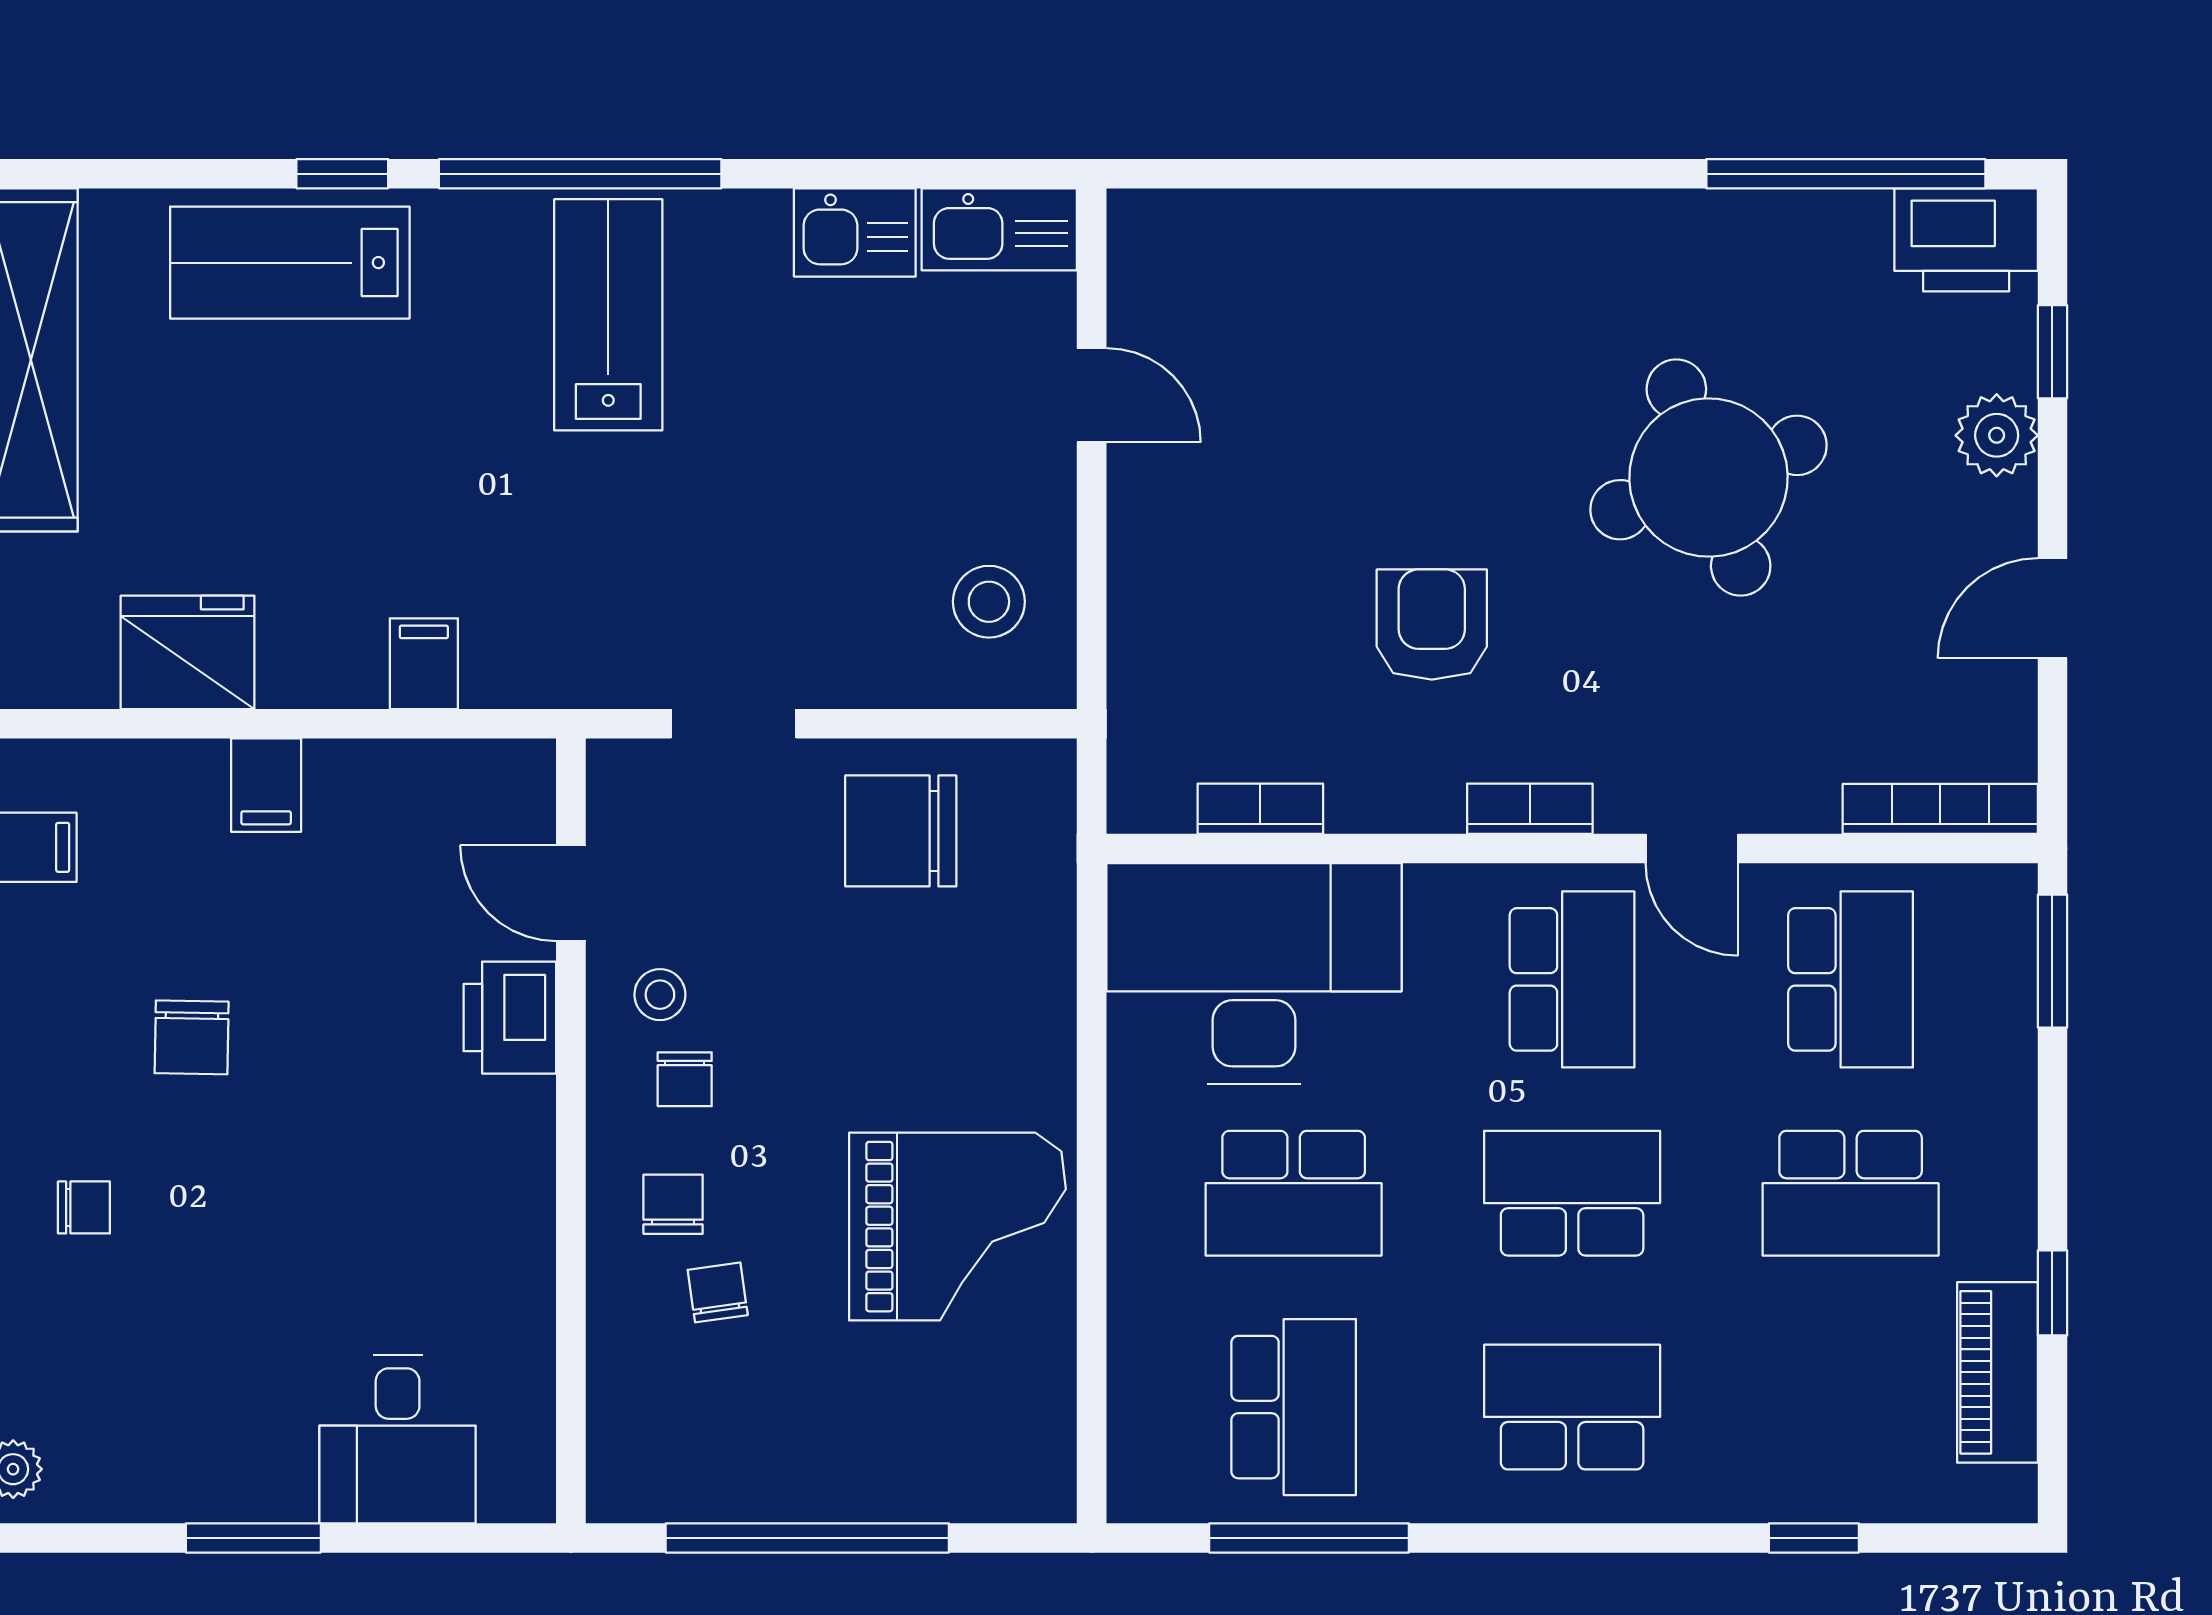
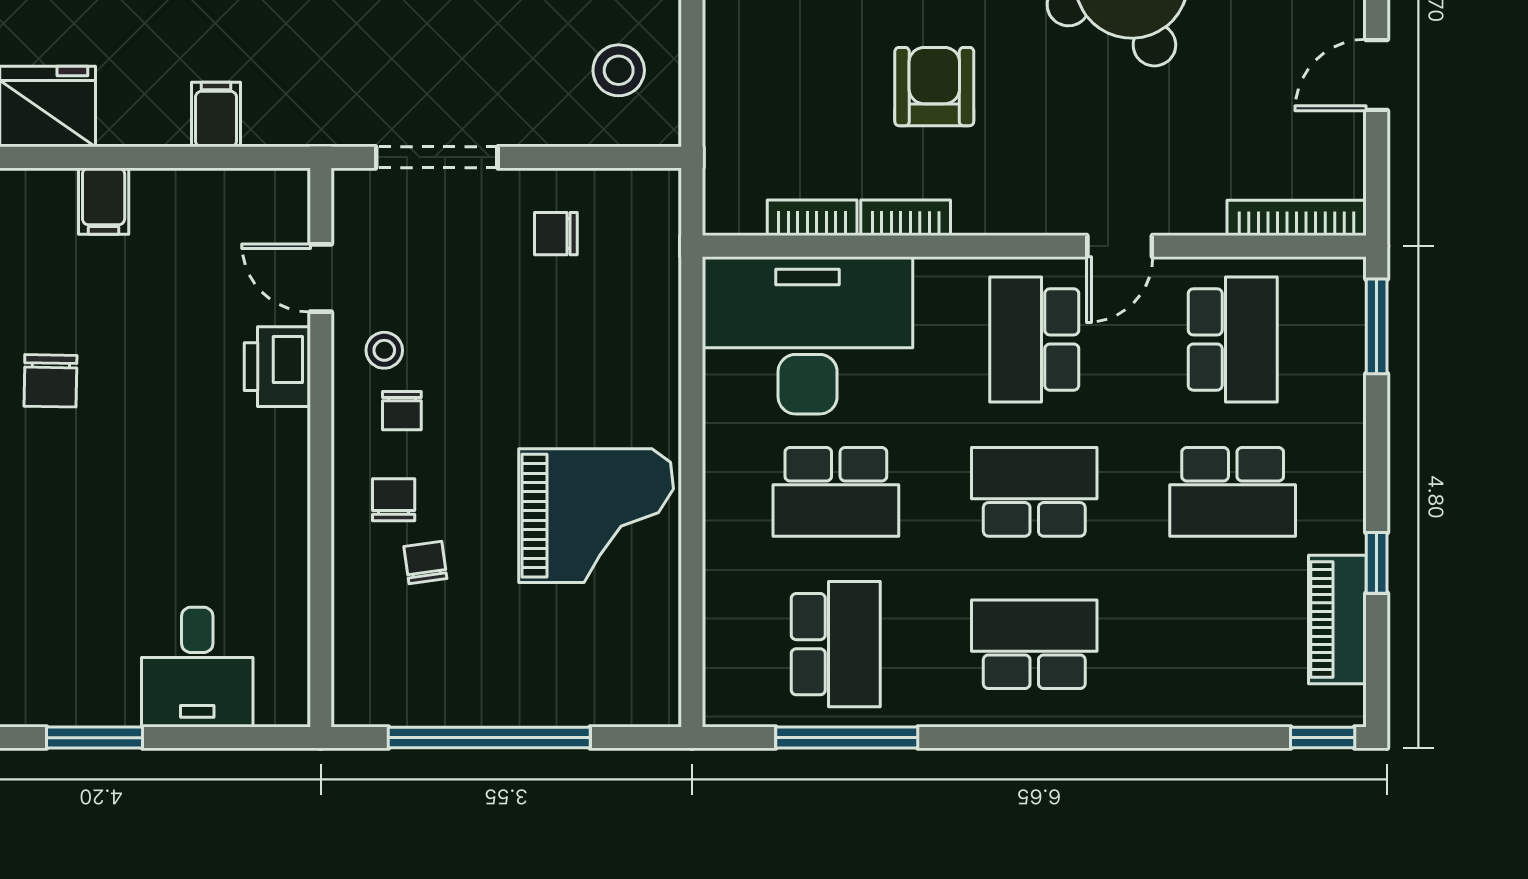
doorway: (734, 724) -> (437, 157), width x1.38
bookcase: (1530, 809) -> (906, 218), moved
chair: (901, 831) -> (556, 234), width x0.54, depth x0.54
door: (1692, 848) -> (1120, 246), hinge flipped
school desk: (1572, 979) -> (1034, 339), turned 180
window: (1814, 1538) -> (1323, 738), moved

